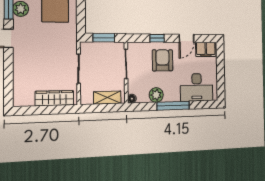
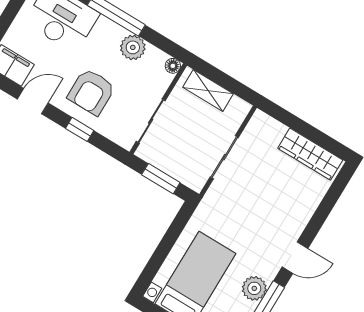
wardrobe: (54, 98) -> (310, 154), moved

